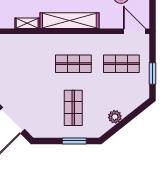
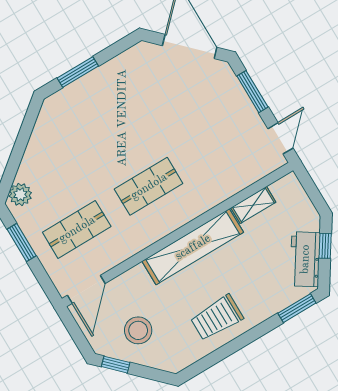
door: (135, 31) -> (86, 289), hinge flipped
shop shelf: (73, 108) -> (109, 120), removed
plant: (115, 117) -> (20, 194), moved

